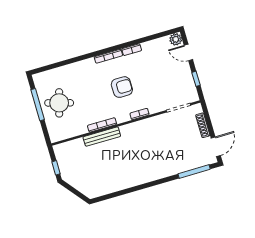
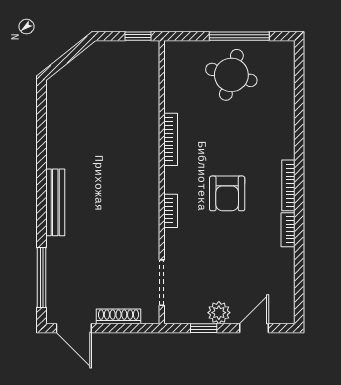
plant: (176, 39) -> (219, 313), moved
bench: (102, 137) -> (55, 202), moved
window: (56, 168) -> (138, 36), moved

